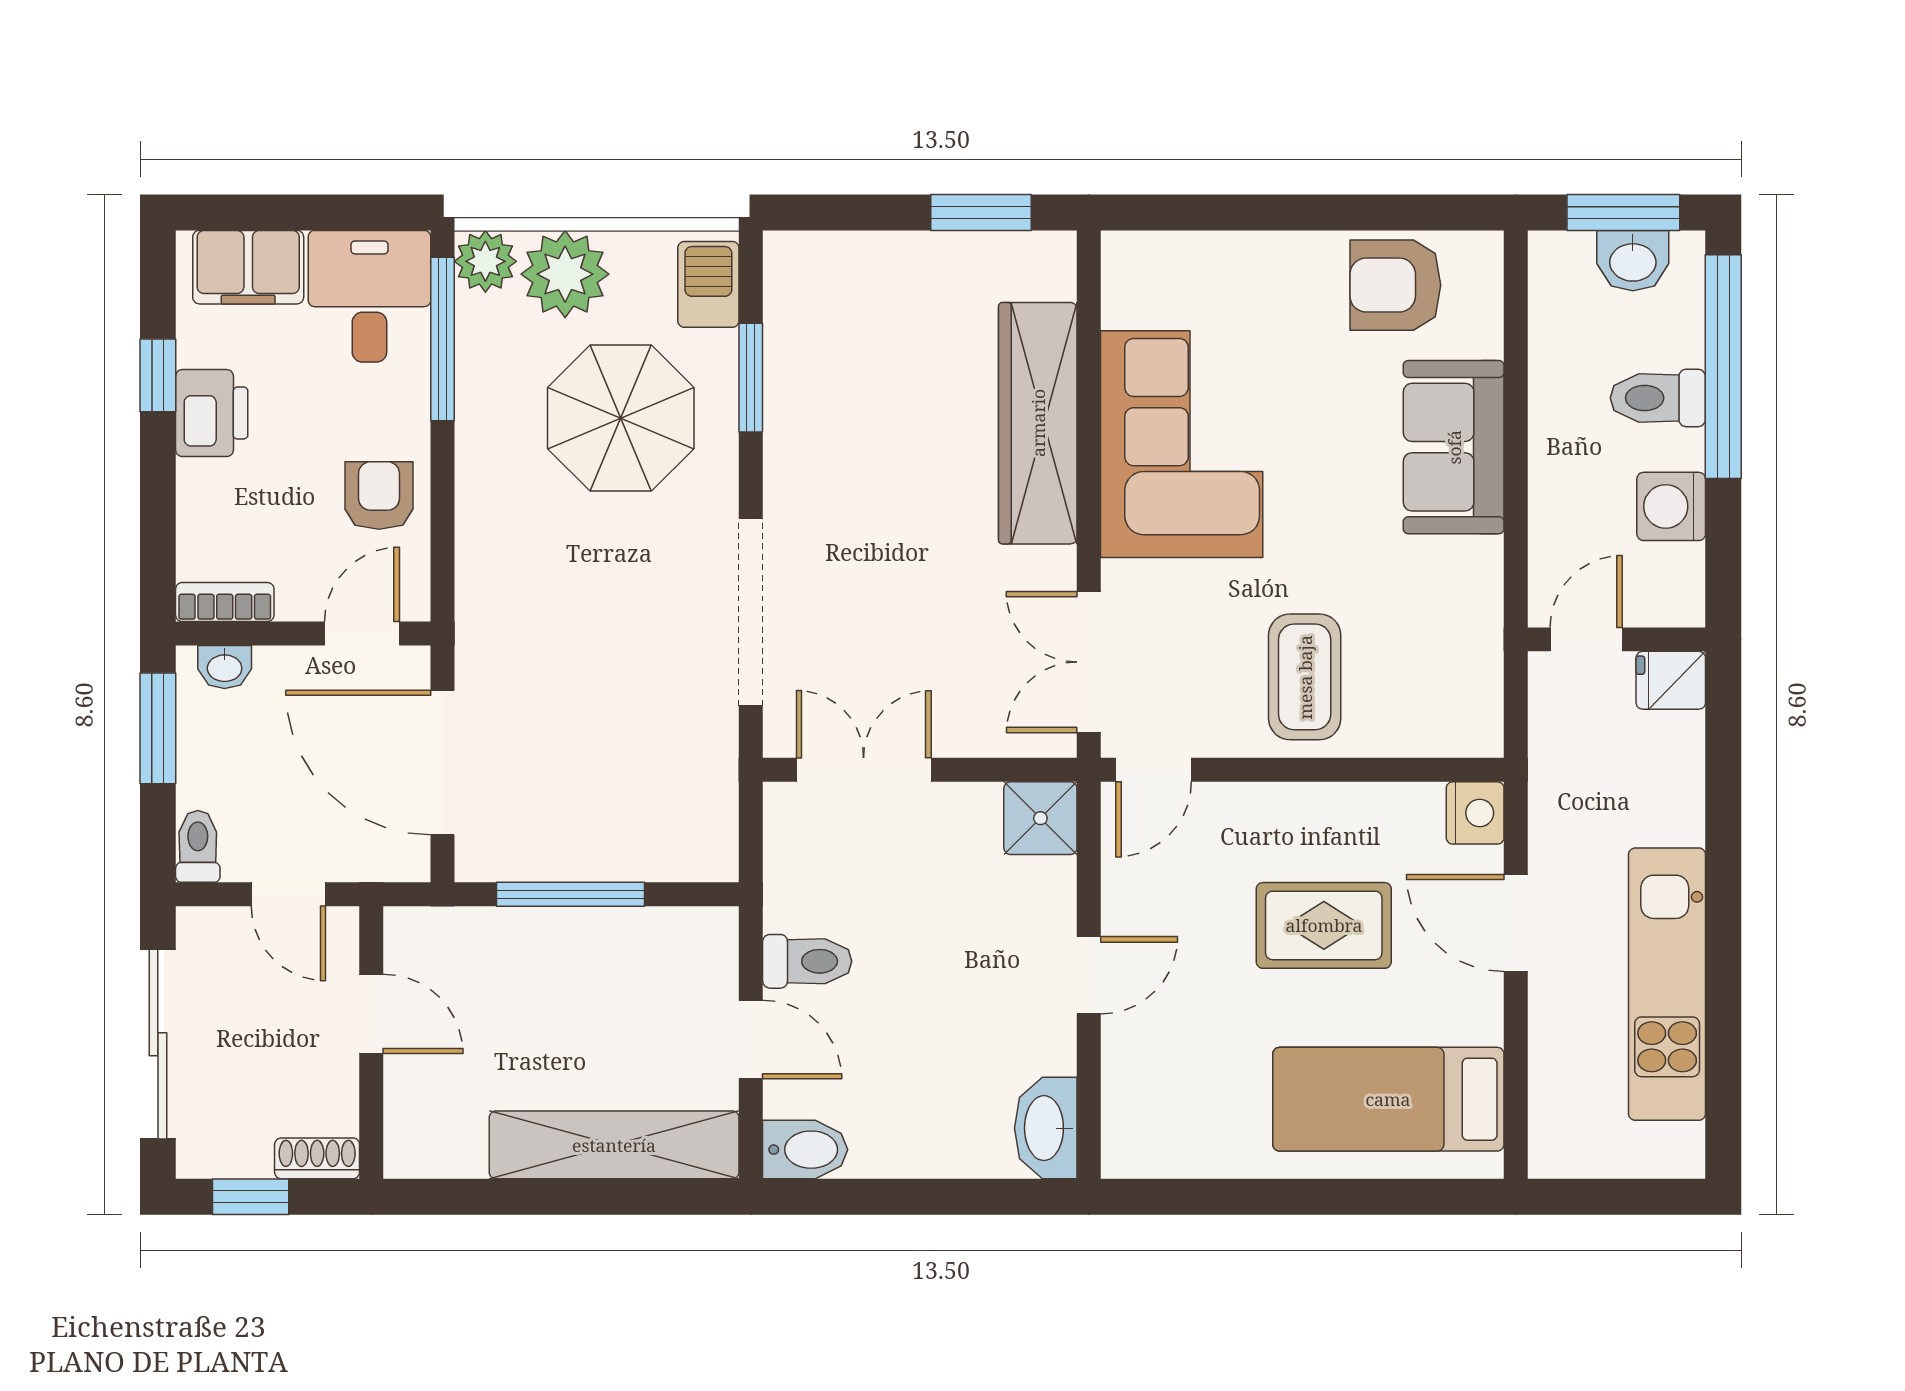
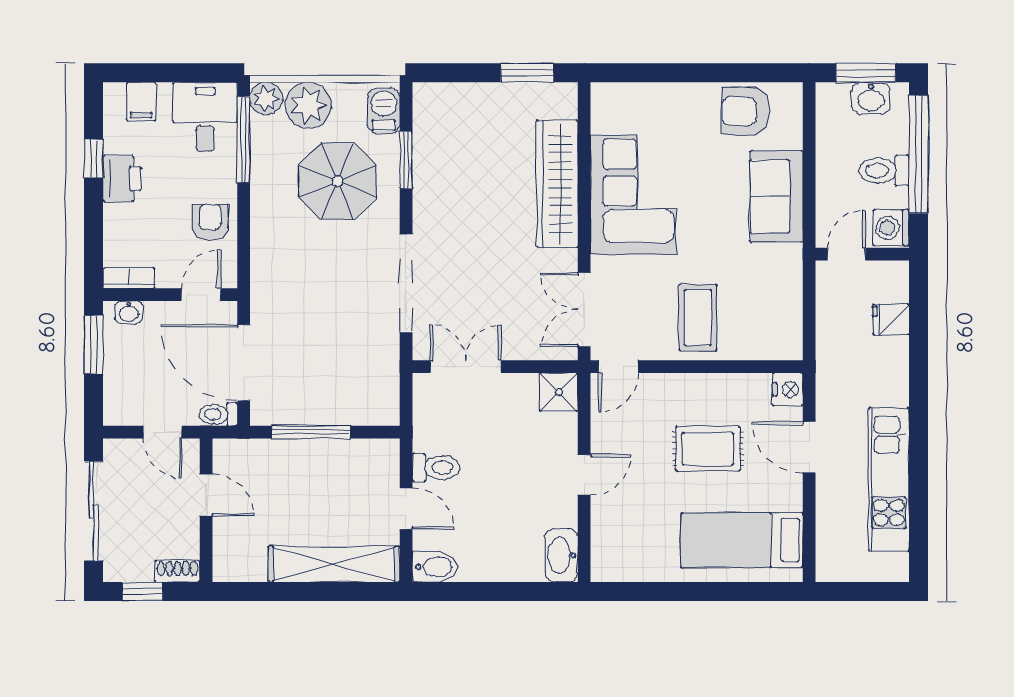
filing cabinet: (248, 267) -> (141, 102), width x0.50
door: (1586, 639) -> (846, 254), moved
wall: (1617, 639) -> (862, 254), moved
toilet: (198, 846) -> (218, 414), moved, turned -90

